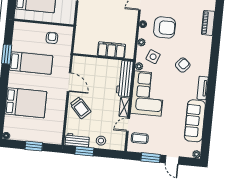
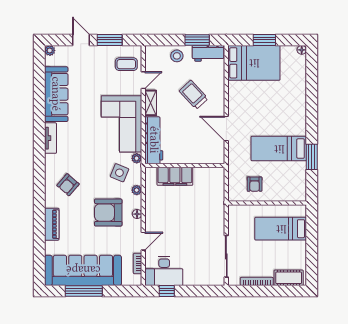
armchair: (183, 65) -> (68, 185), moved
bed: (26, 103) -> (254, 63), moved, turned 180
trolley: (80, 108) -> (194, 95), moved

